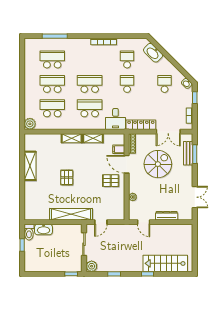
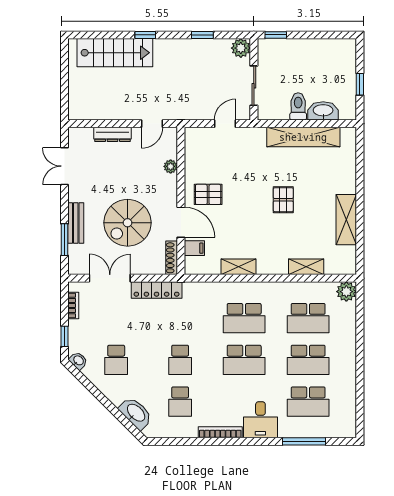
desk: (115, 119) -> (260, 420), moved, turned 180
shelving: (72, 138) -> (306, 267), moved
bench: (188, 153) -> (76, 223), moved
shelving: (71, 214) -> (303, 137), moved
door: (144, 222) -> (152, 124), swing flipped
toilet: (29, 232) -> (298, 106), moved

